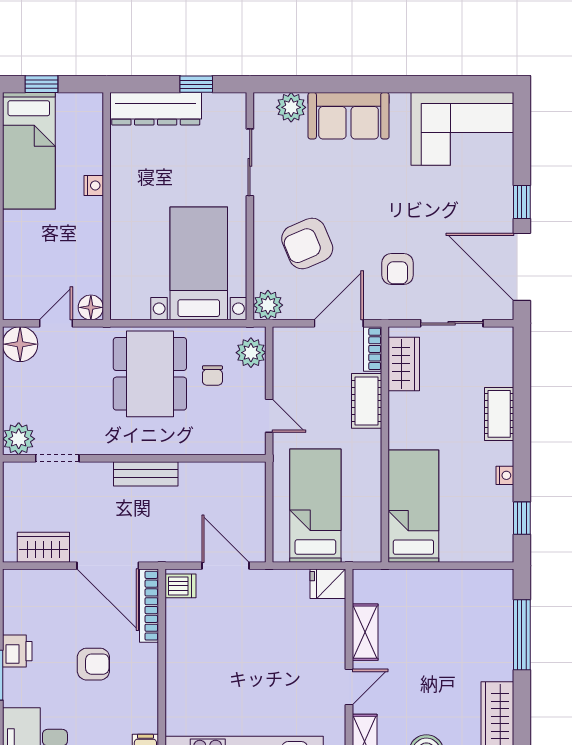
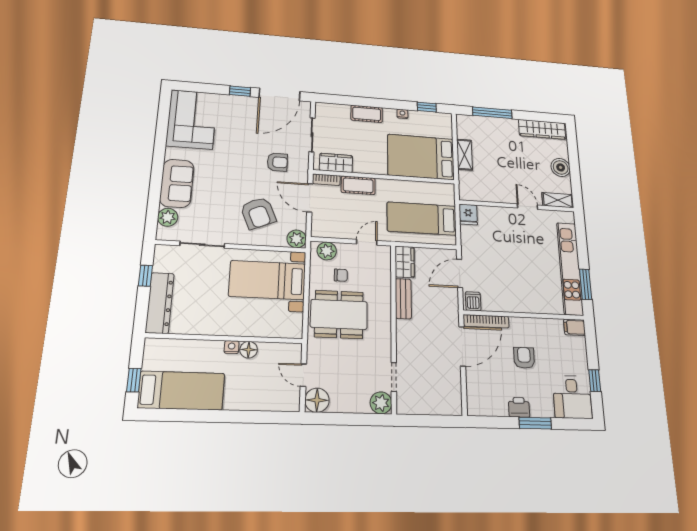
nightstand: (94, 185) -> (232, 347), moved
floor lamp: (91, 307) -> (249, 350), moved
bench: (146, 474) -> (403, 299), moved
bed: (413, 506) -> (421, 157), width x1.50
wardrobe: (43, 547) -> (405, 262), moved, turned 180
shelving: (365, 632) -> (465, 155), moved, turned 90

